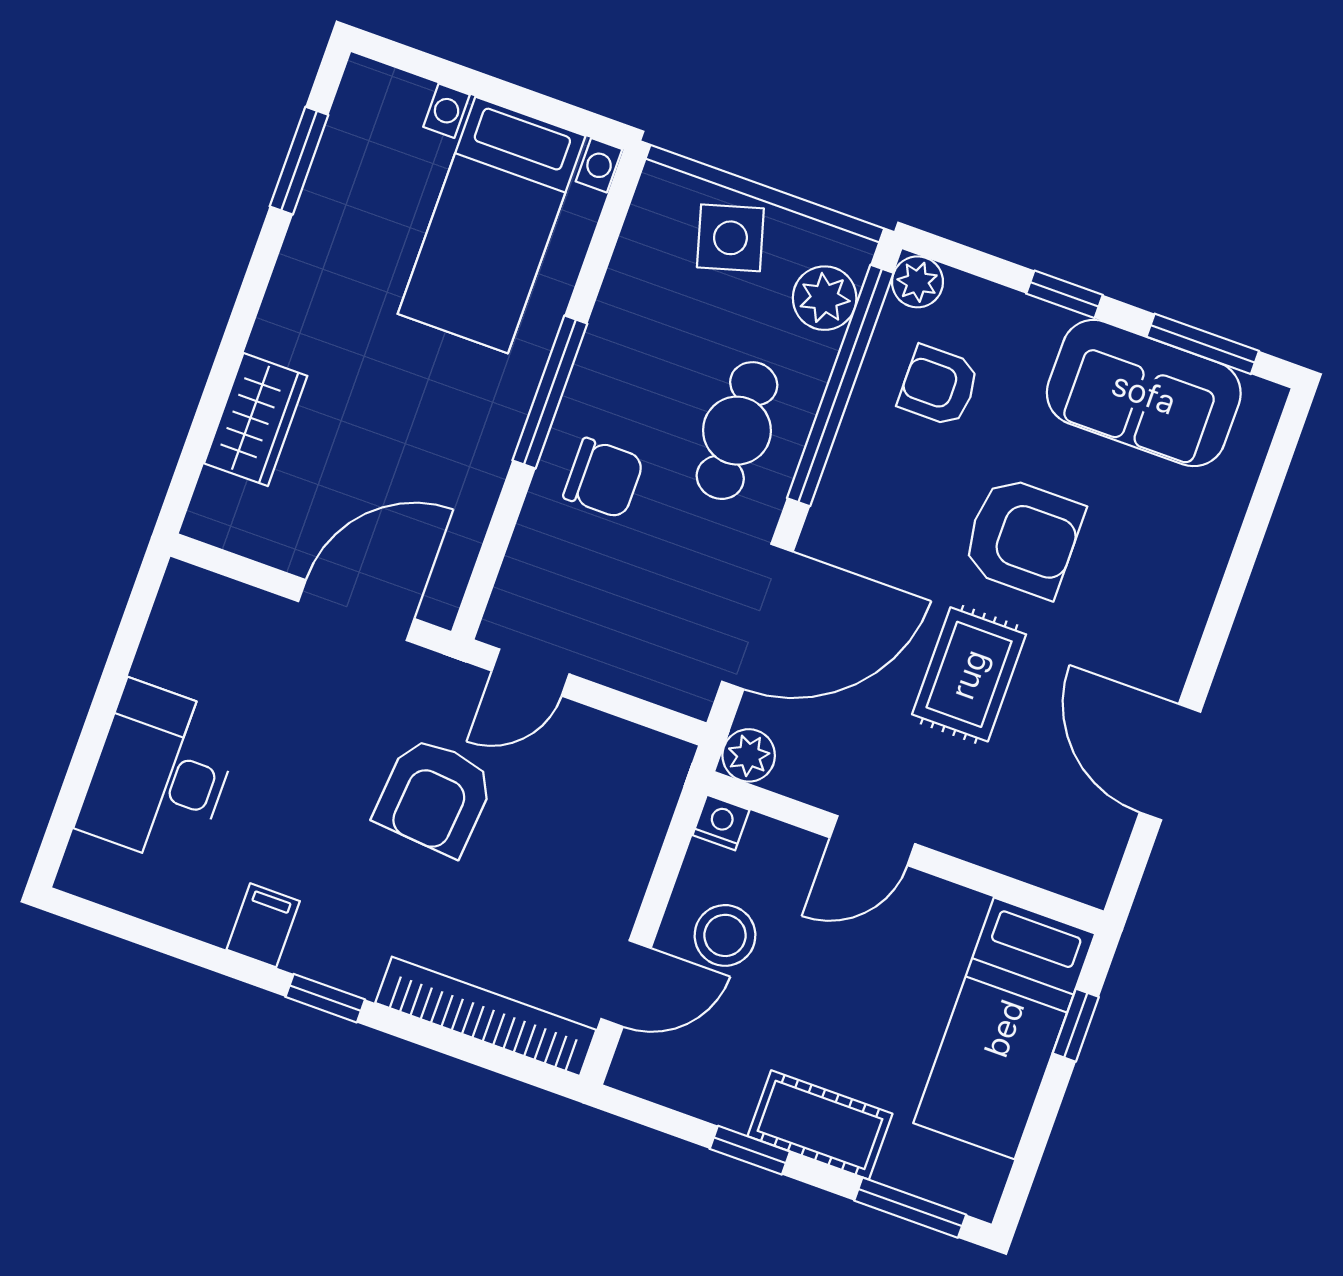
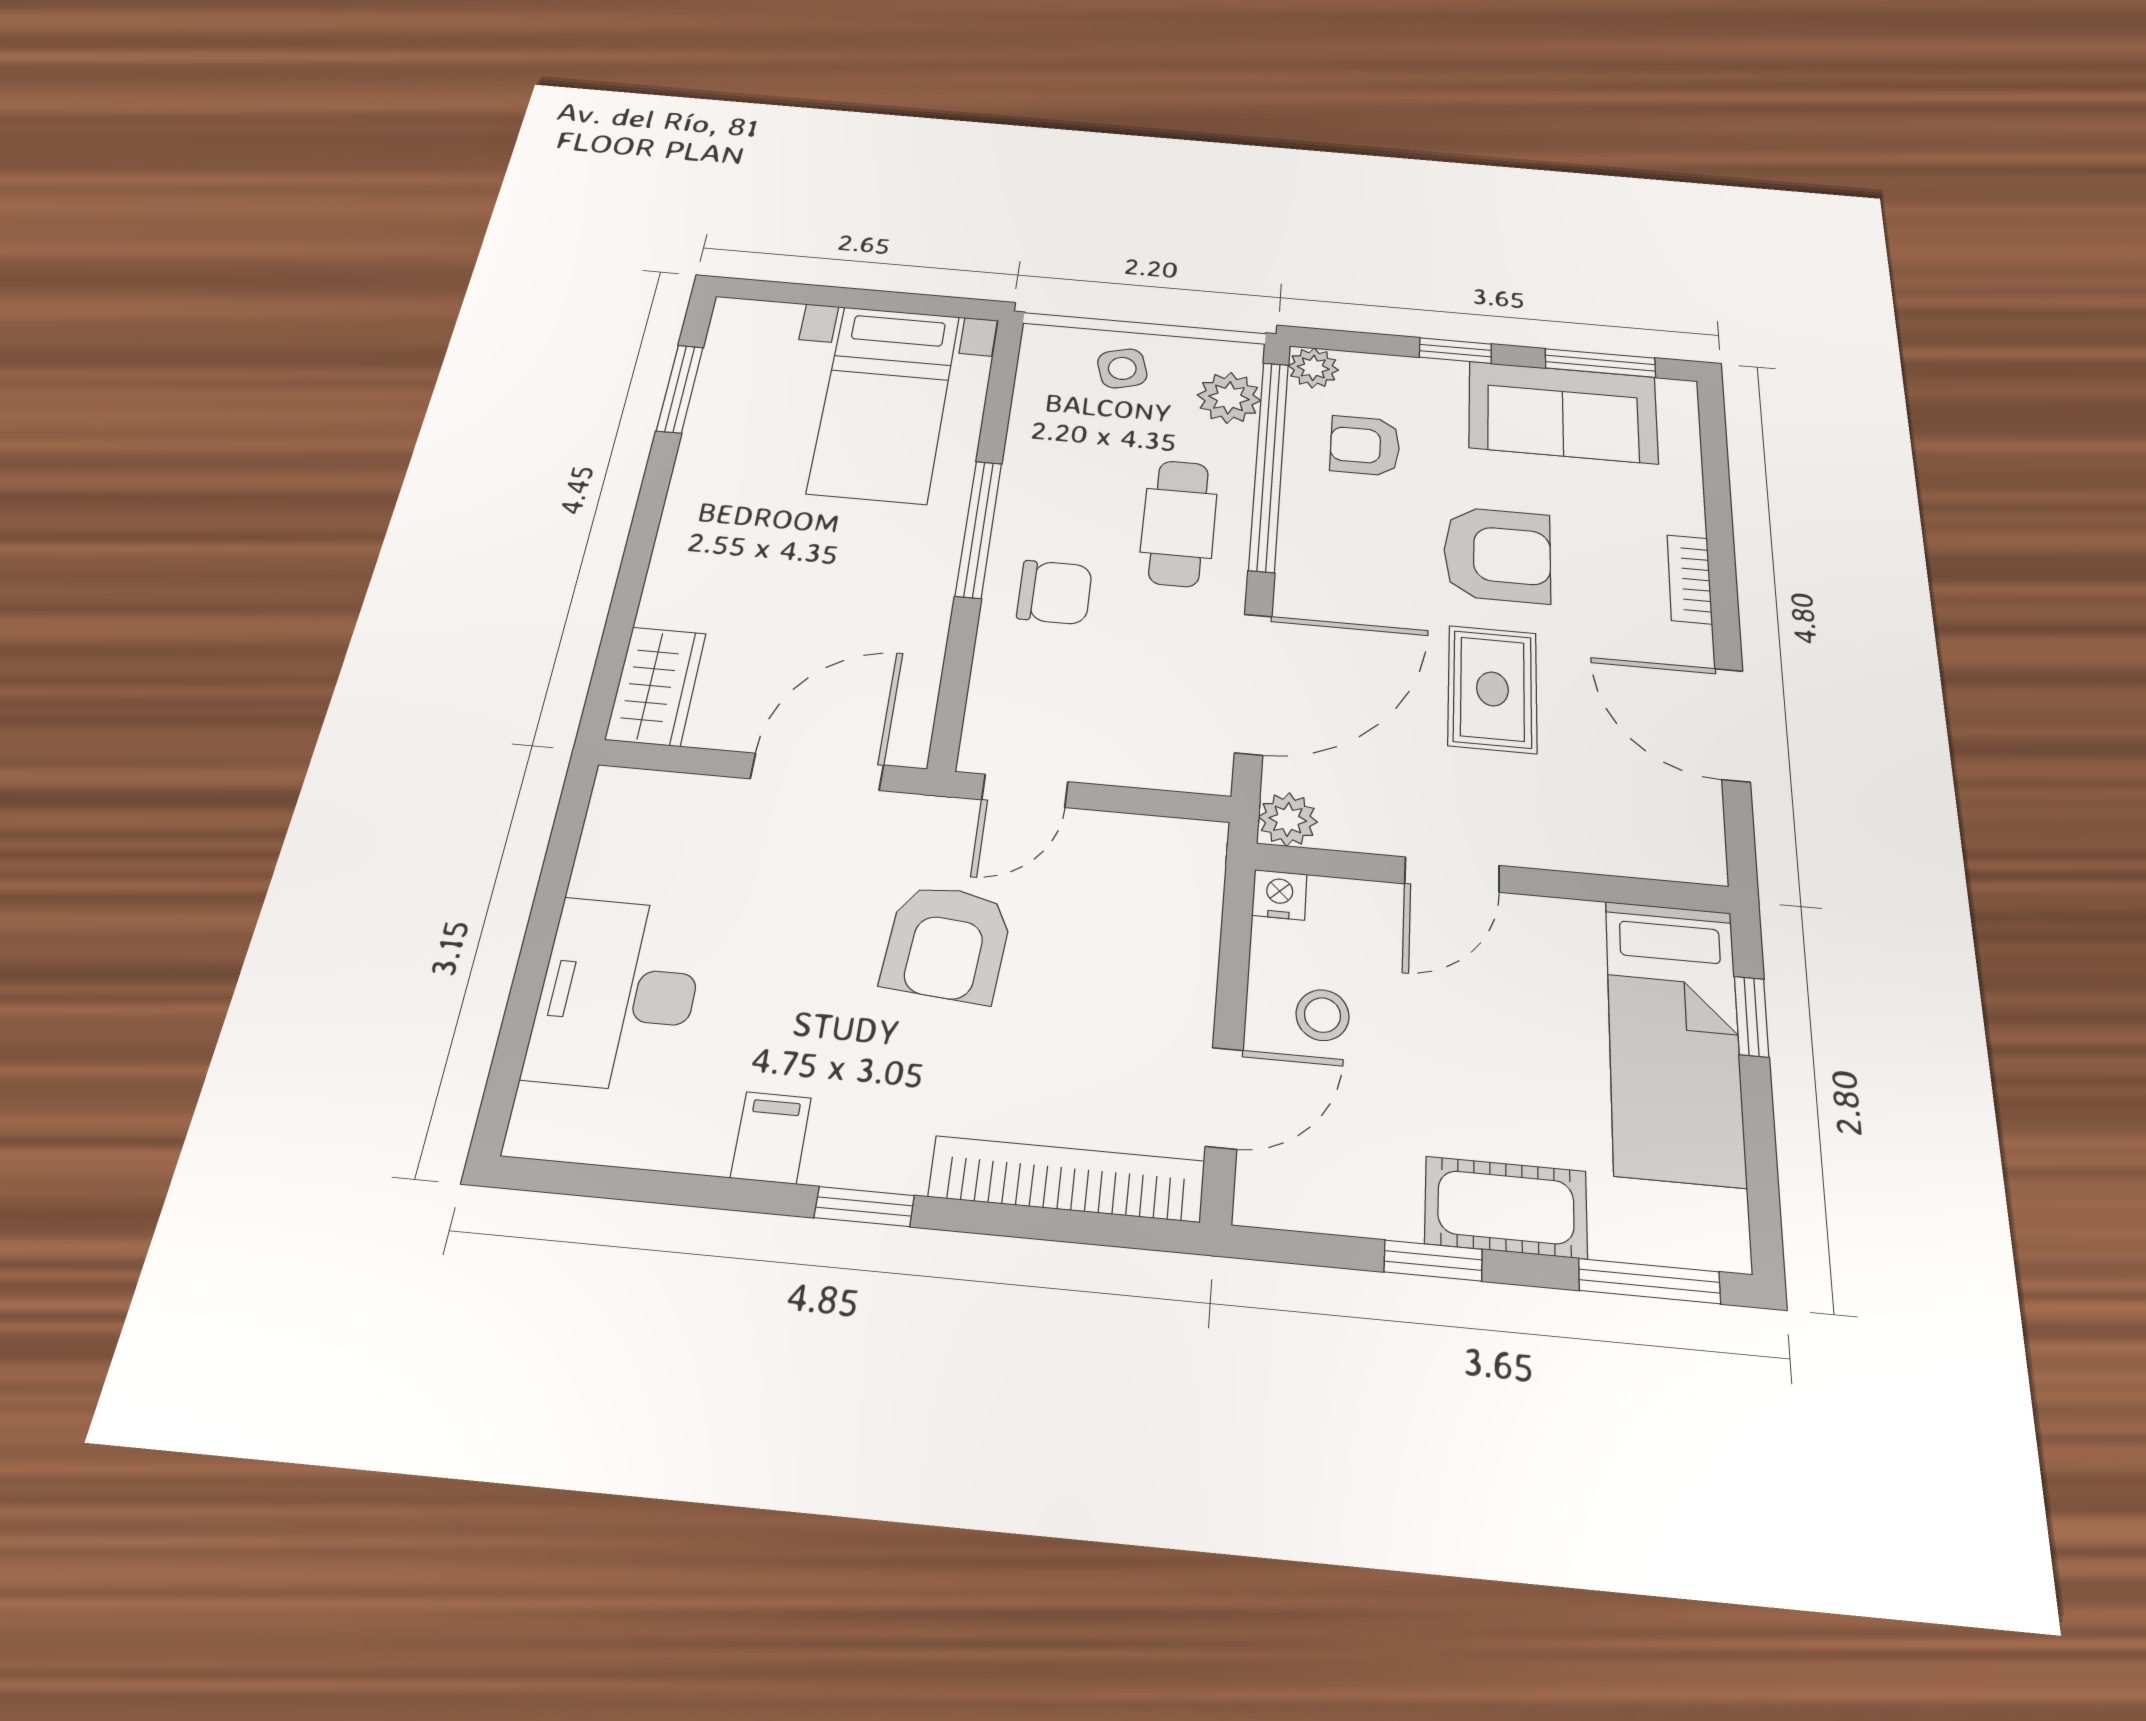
side table: (730, 238) -> (1122, 368), width x0.73, depth x0.73
wardrobe: (256, 420) -> (656, 686), moved
bookcase: (1192, 607) -> (1690, 579), added
stool: (725, 935) -> (1322, 1015), width x0.73, depth x0.73

